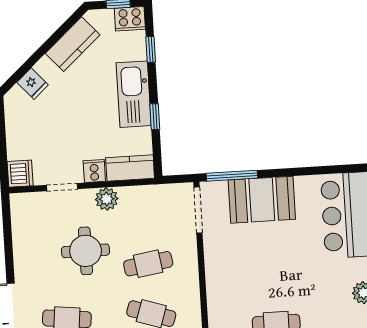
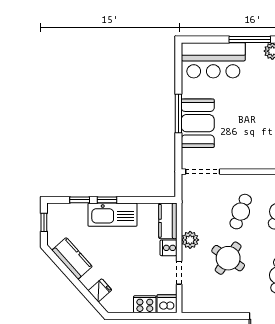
cooker: (130, 19) -> (145, 304), moved, turned -90
window: (155, 117) -> (107, 200), moved
window: (232, 176) -> (178, 114), moved
round table: (86, 251) -> (228, 258), turned 35
cafe table: (148, 264) -> (241, 212), turned 30

